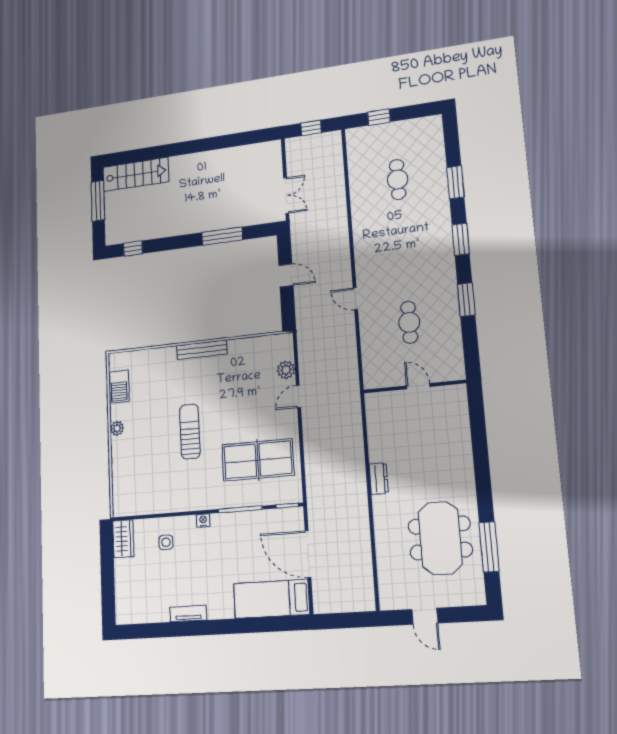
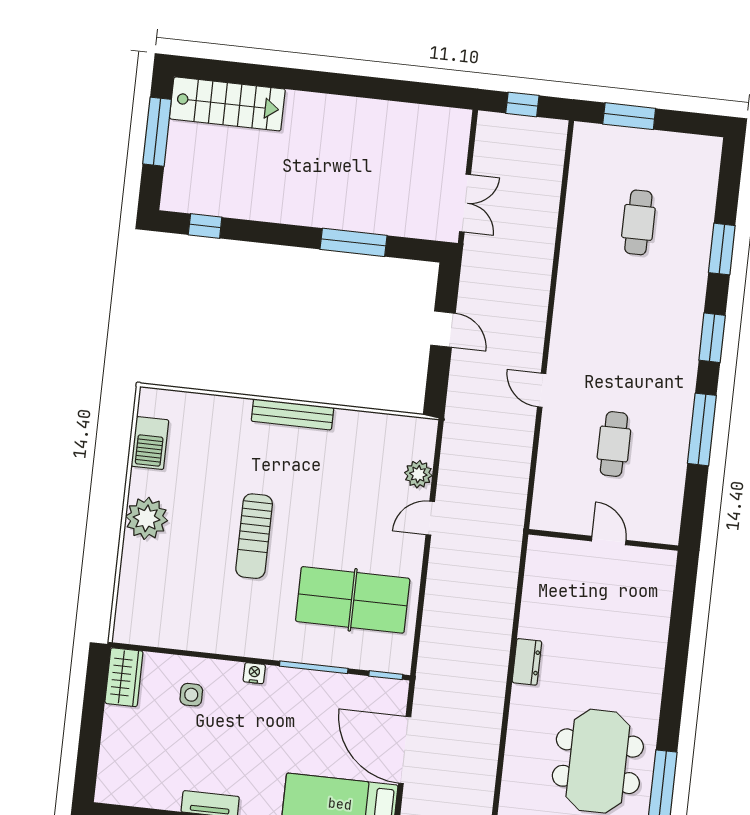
window: (379, 117) -> (629, 116), width x1.50
window: (466, 300) -> (702, 429), width x1.44
plant: (117, 428) -> (147, 518), width x1.87, depth x1.87
sun lounger: (190, 431) -> (254, 536), turned 180

